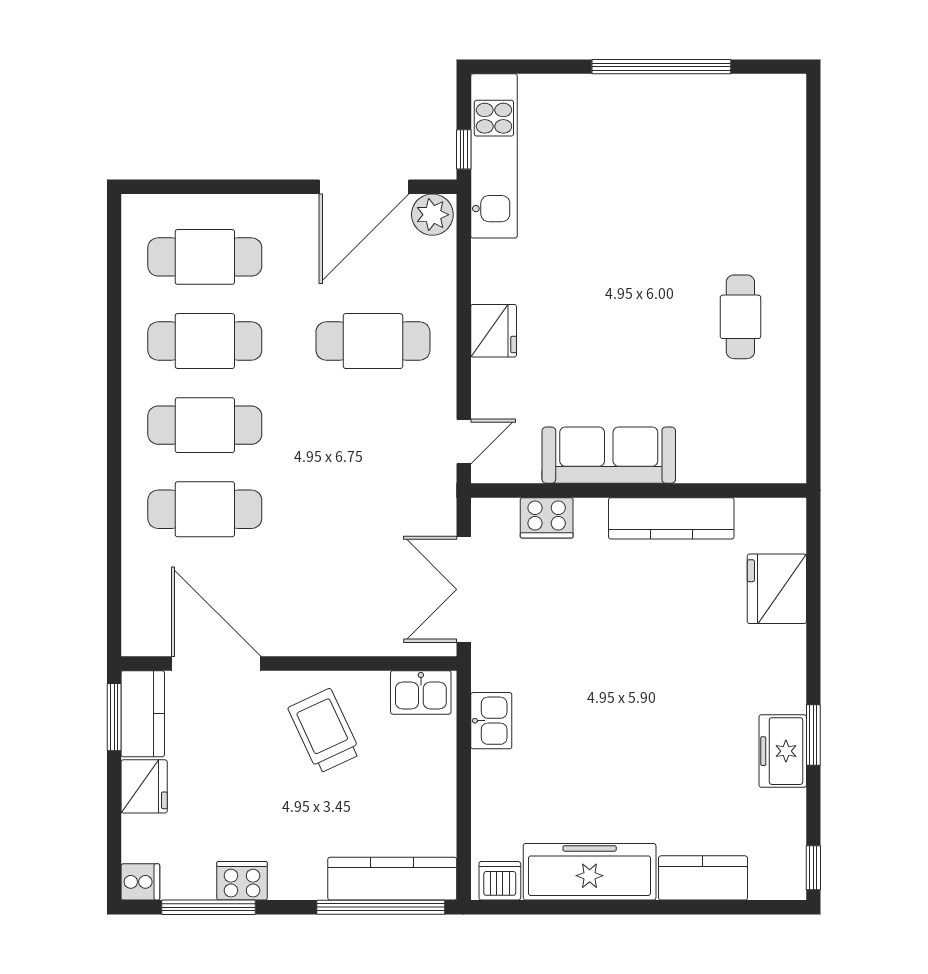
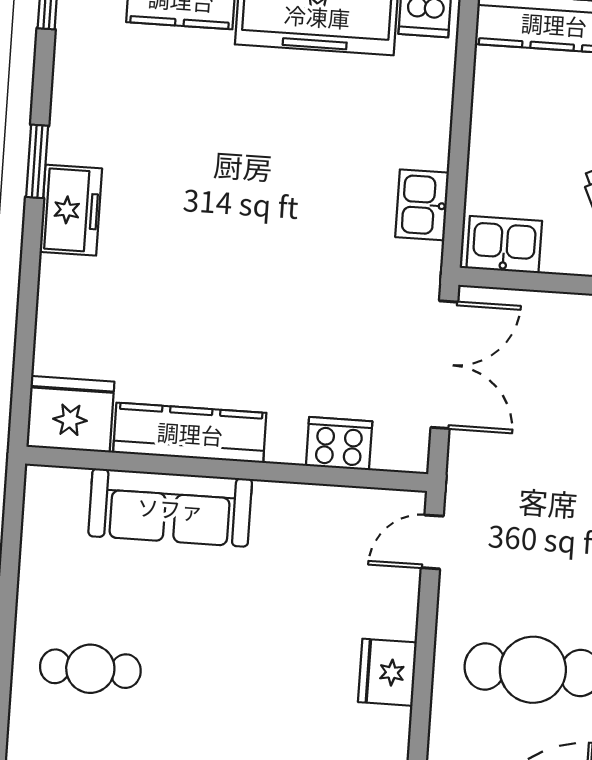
cafe table: (740, 317) -> (90, 669), turned 90
sofa: (609, 455) -> (170, 508), moved
fridge: (777, 589) -> (70, 414), moved, turned -90
freezer: (783, 751) -> (71, 210), moved

